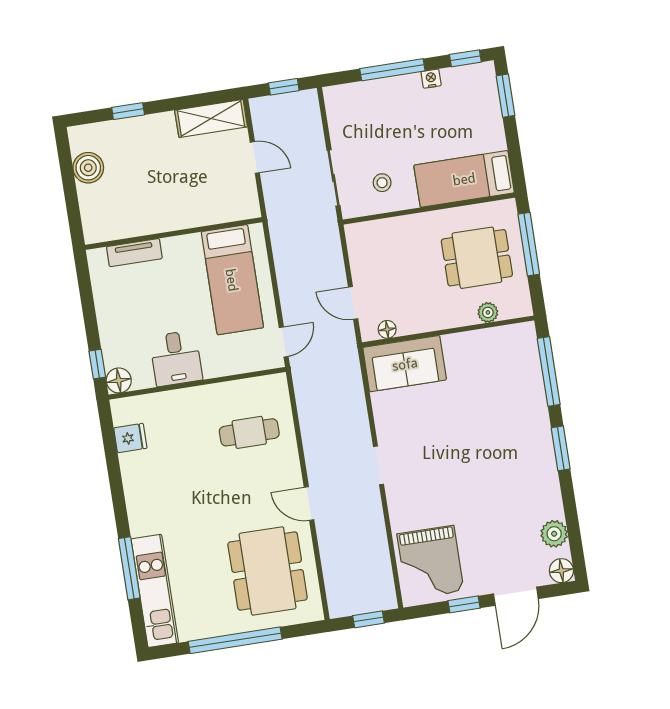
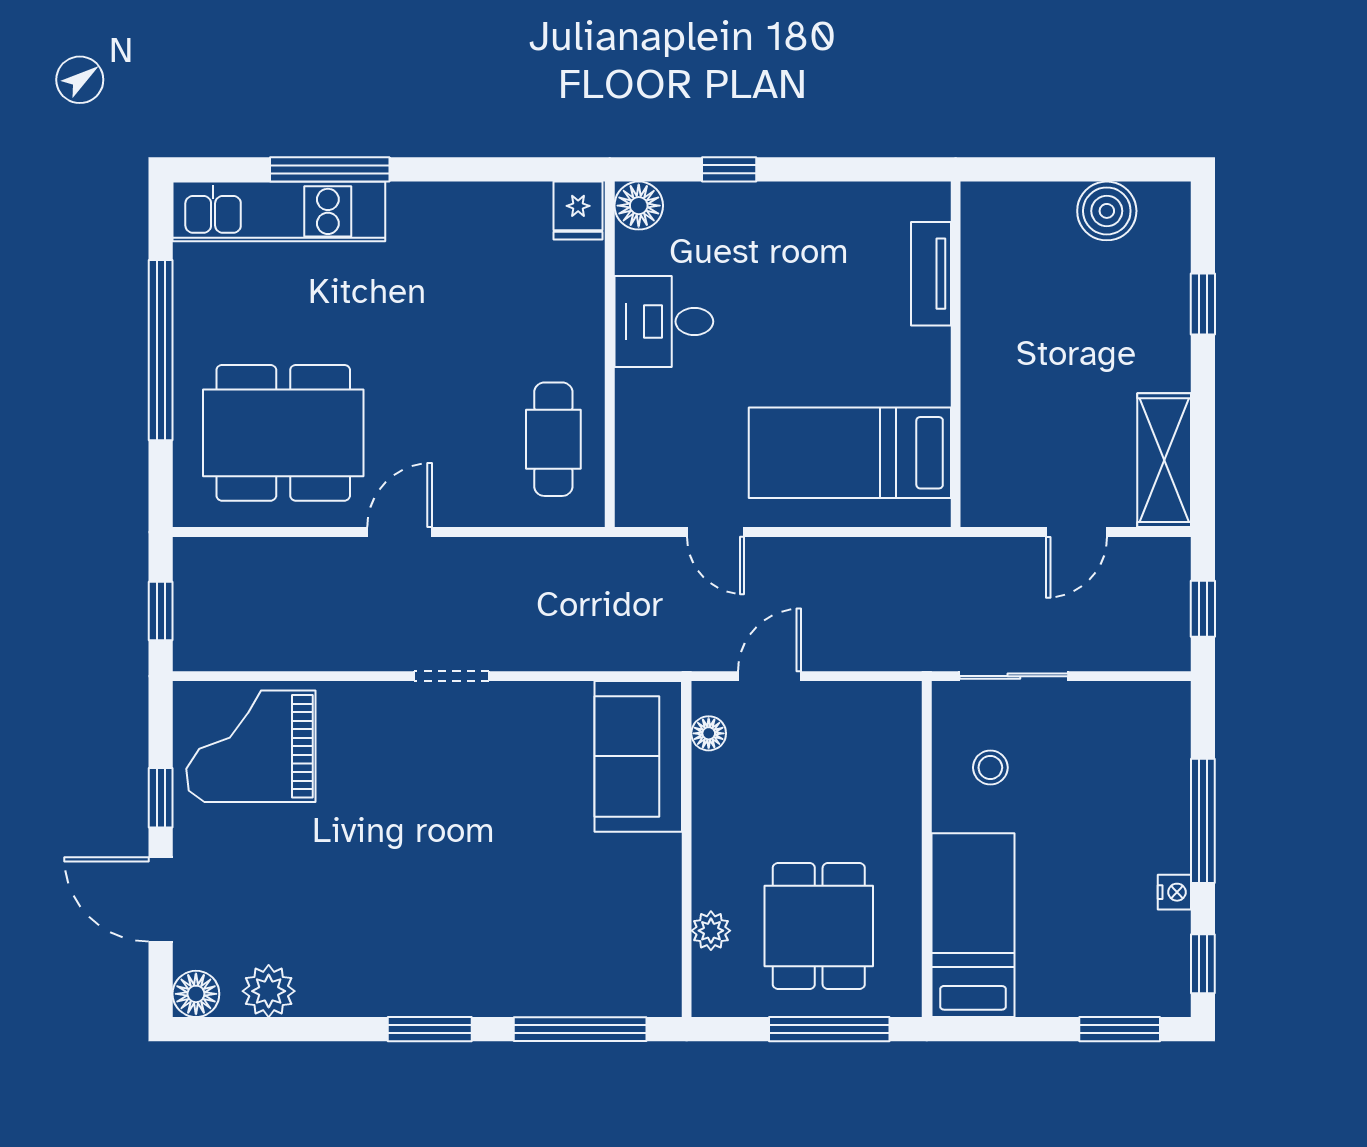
desk: (176, 358) -> (664, 322), moved
floor lamp: (119, 380) -> (639, 206), moved
wall: (197, 383) -> (610, 354), moved

